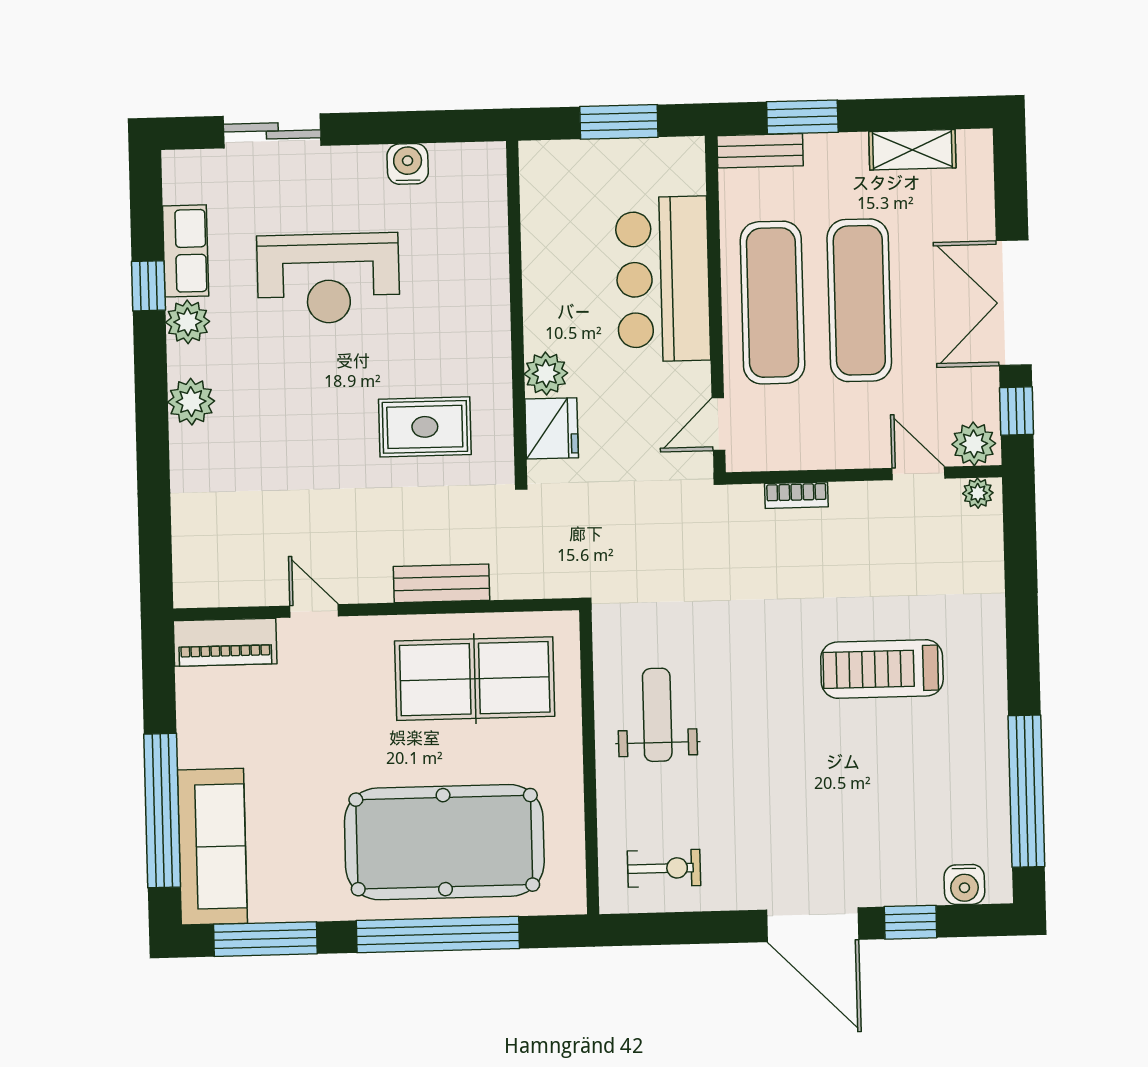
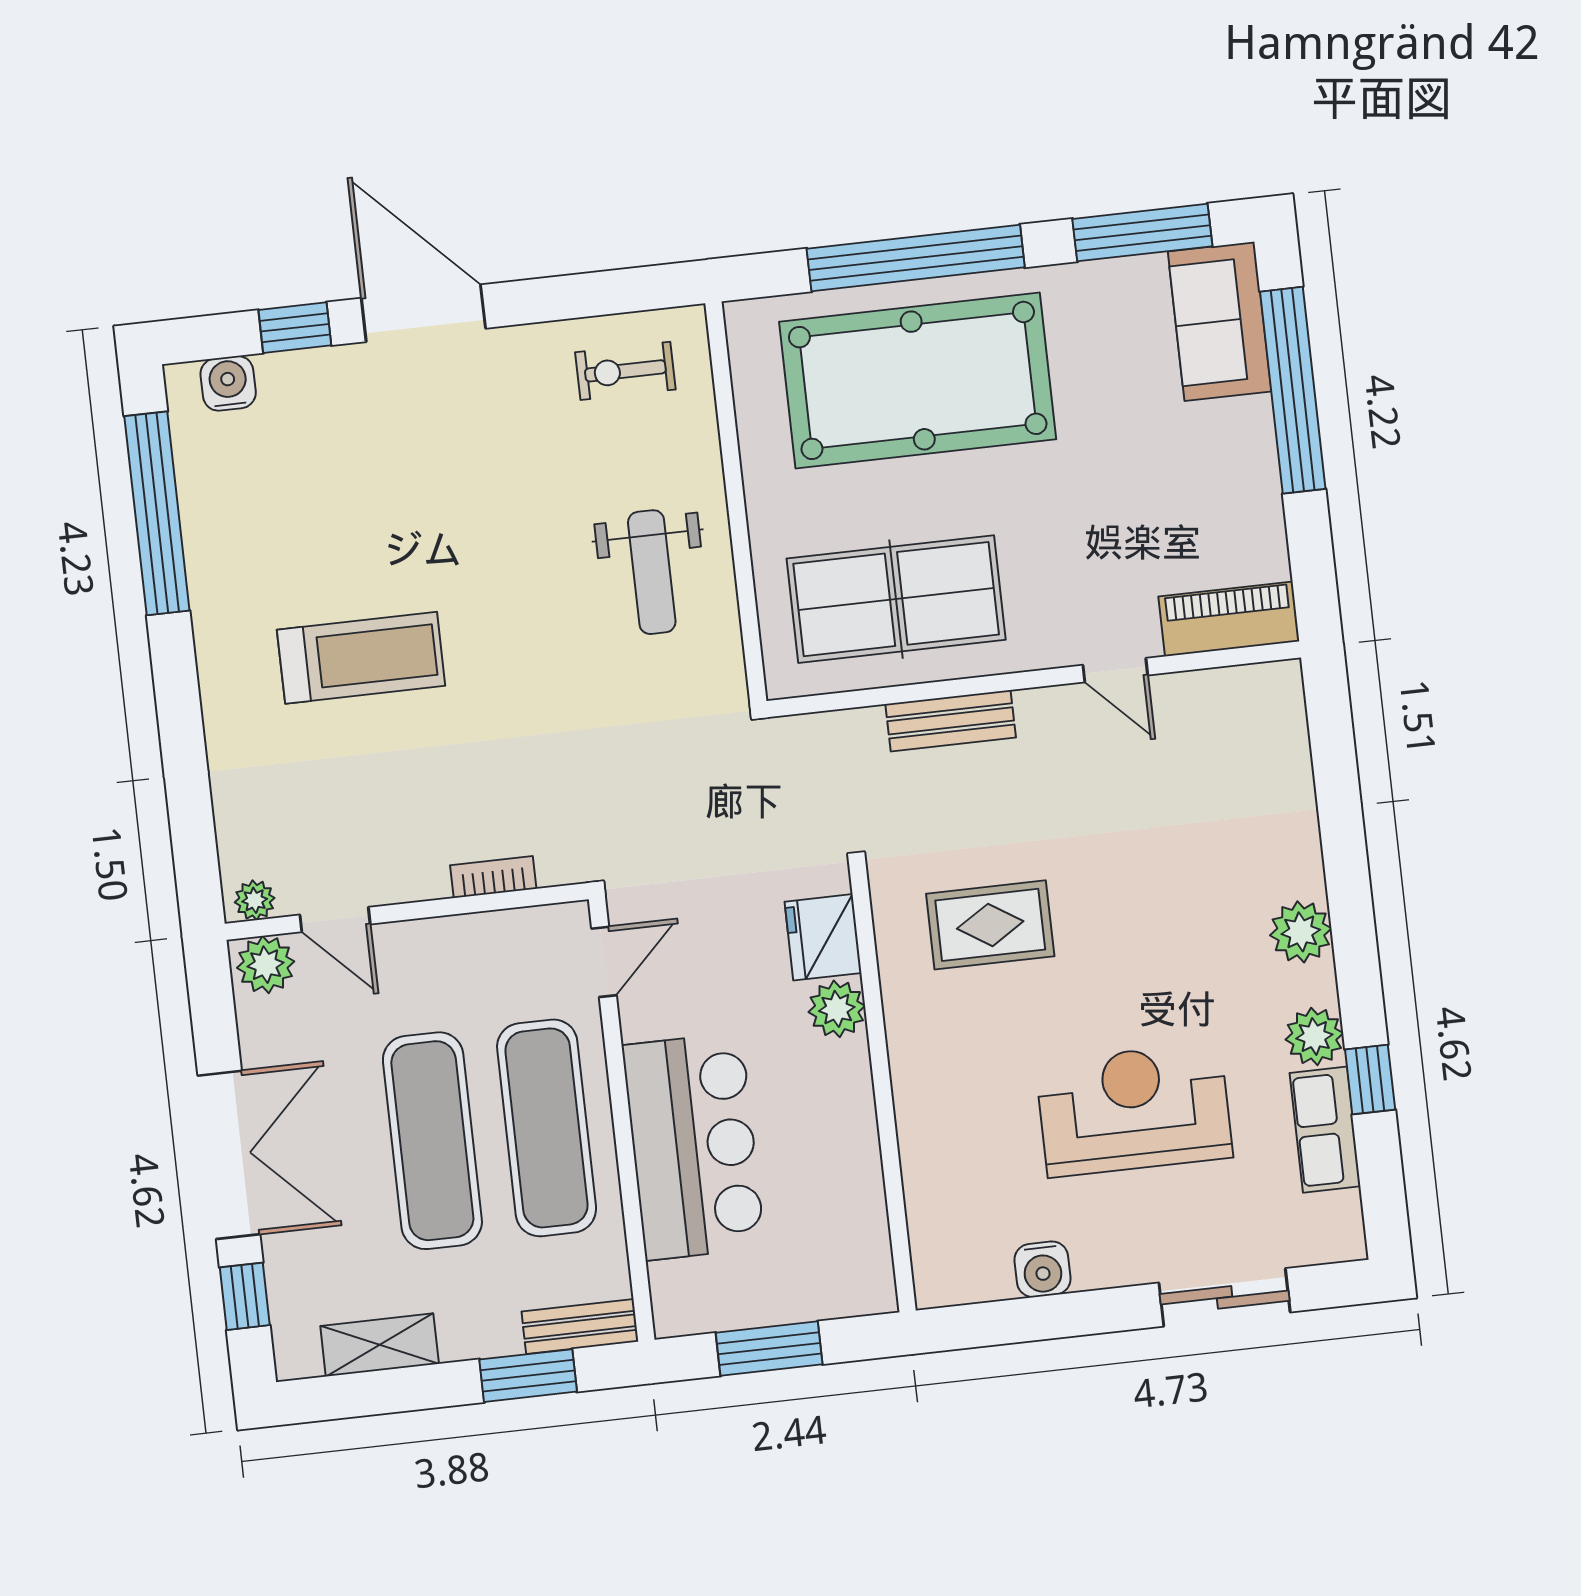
window: (1017, 411) -> (245, 1296), moved
sofa: (212, 847) -> (1220, 321), width x0.73

